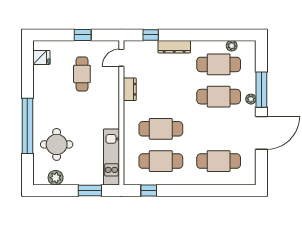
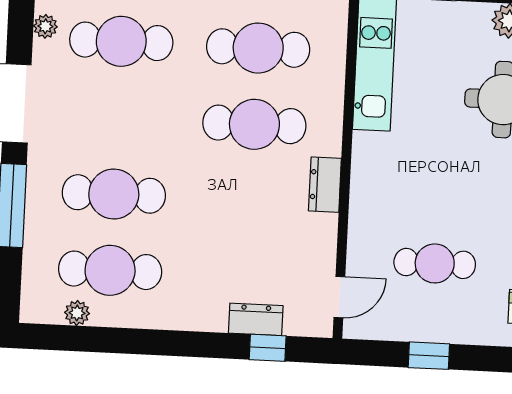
dresser: (174, 47) -> (256, 319), moved, width x0.70
cafe table: (82, 74) -> (435, 263), turned 90
dresser: (130, 89) -> (325, 185), moved
plant: (251, 99) -> (45, 26), moved

